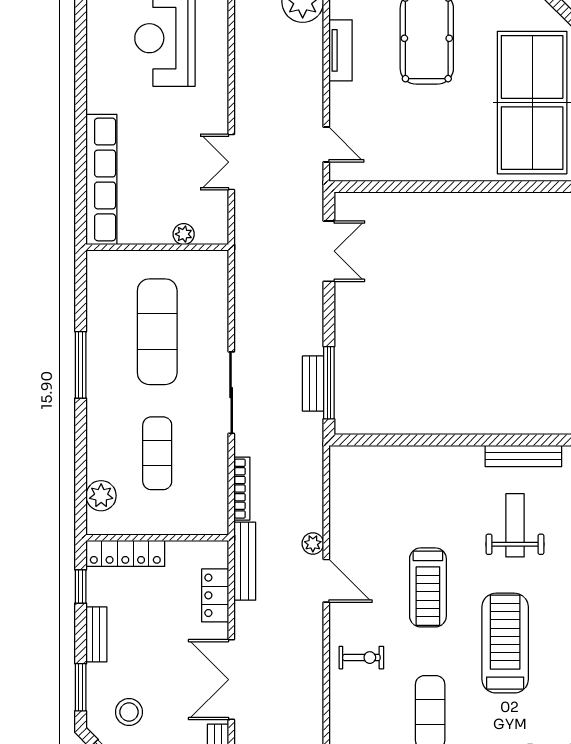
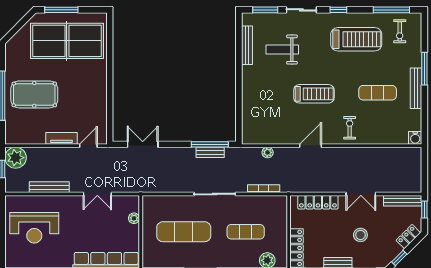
tv unit: (341, 50) -> (61, 138), moved
plant: (313, 544) -> (268, 152), moved
bench: (245, 561) -> (49, 187), moved
locker: (215, 595) -> (318, 202), width x1.53
treadmill: (505, 643) -> (356, 39), moved, turned 180
double door: (231, 680) -> (361, 194), width x0.73
stool: (129, 712) -> (360, 235), moved

